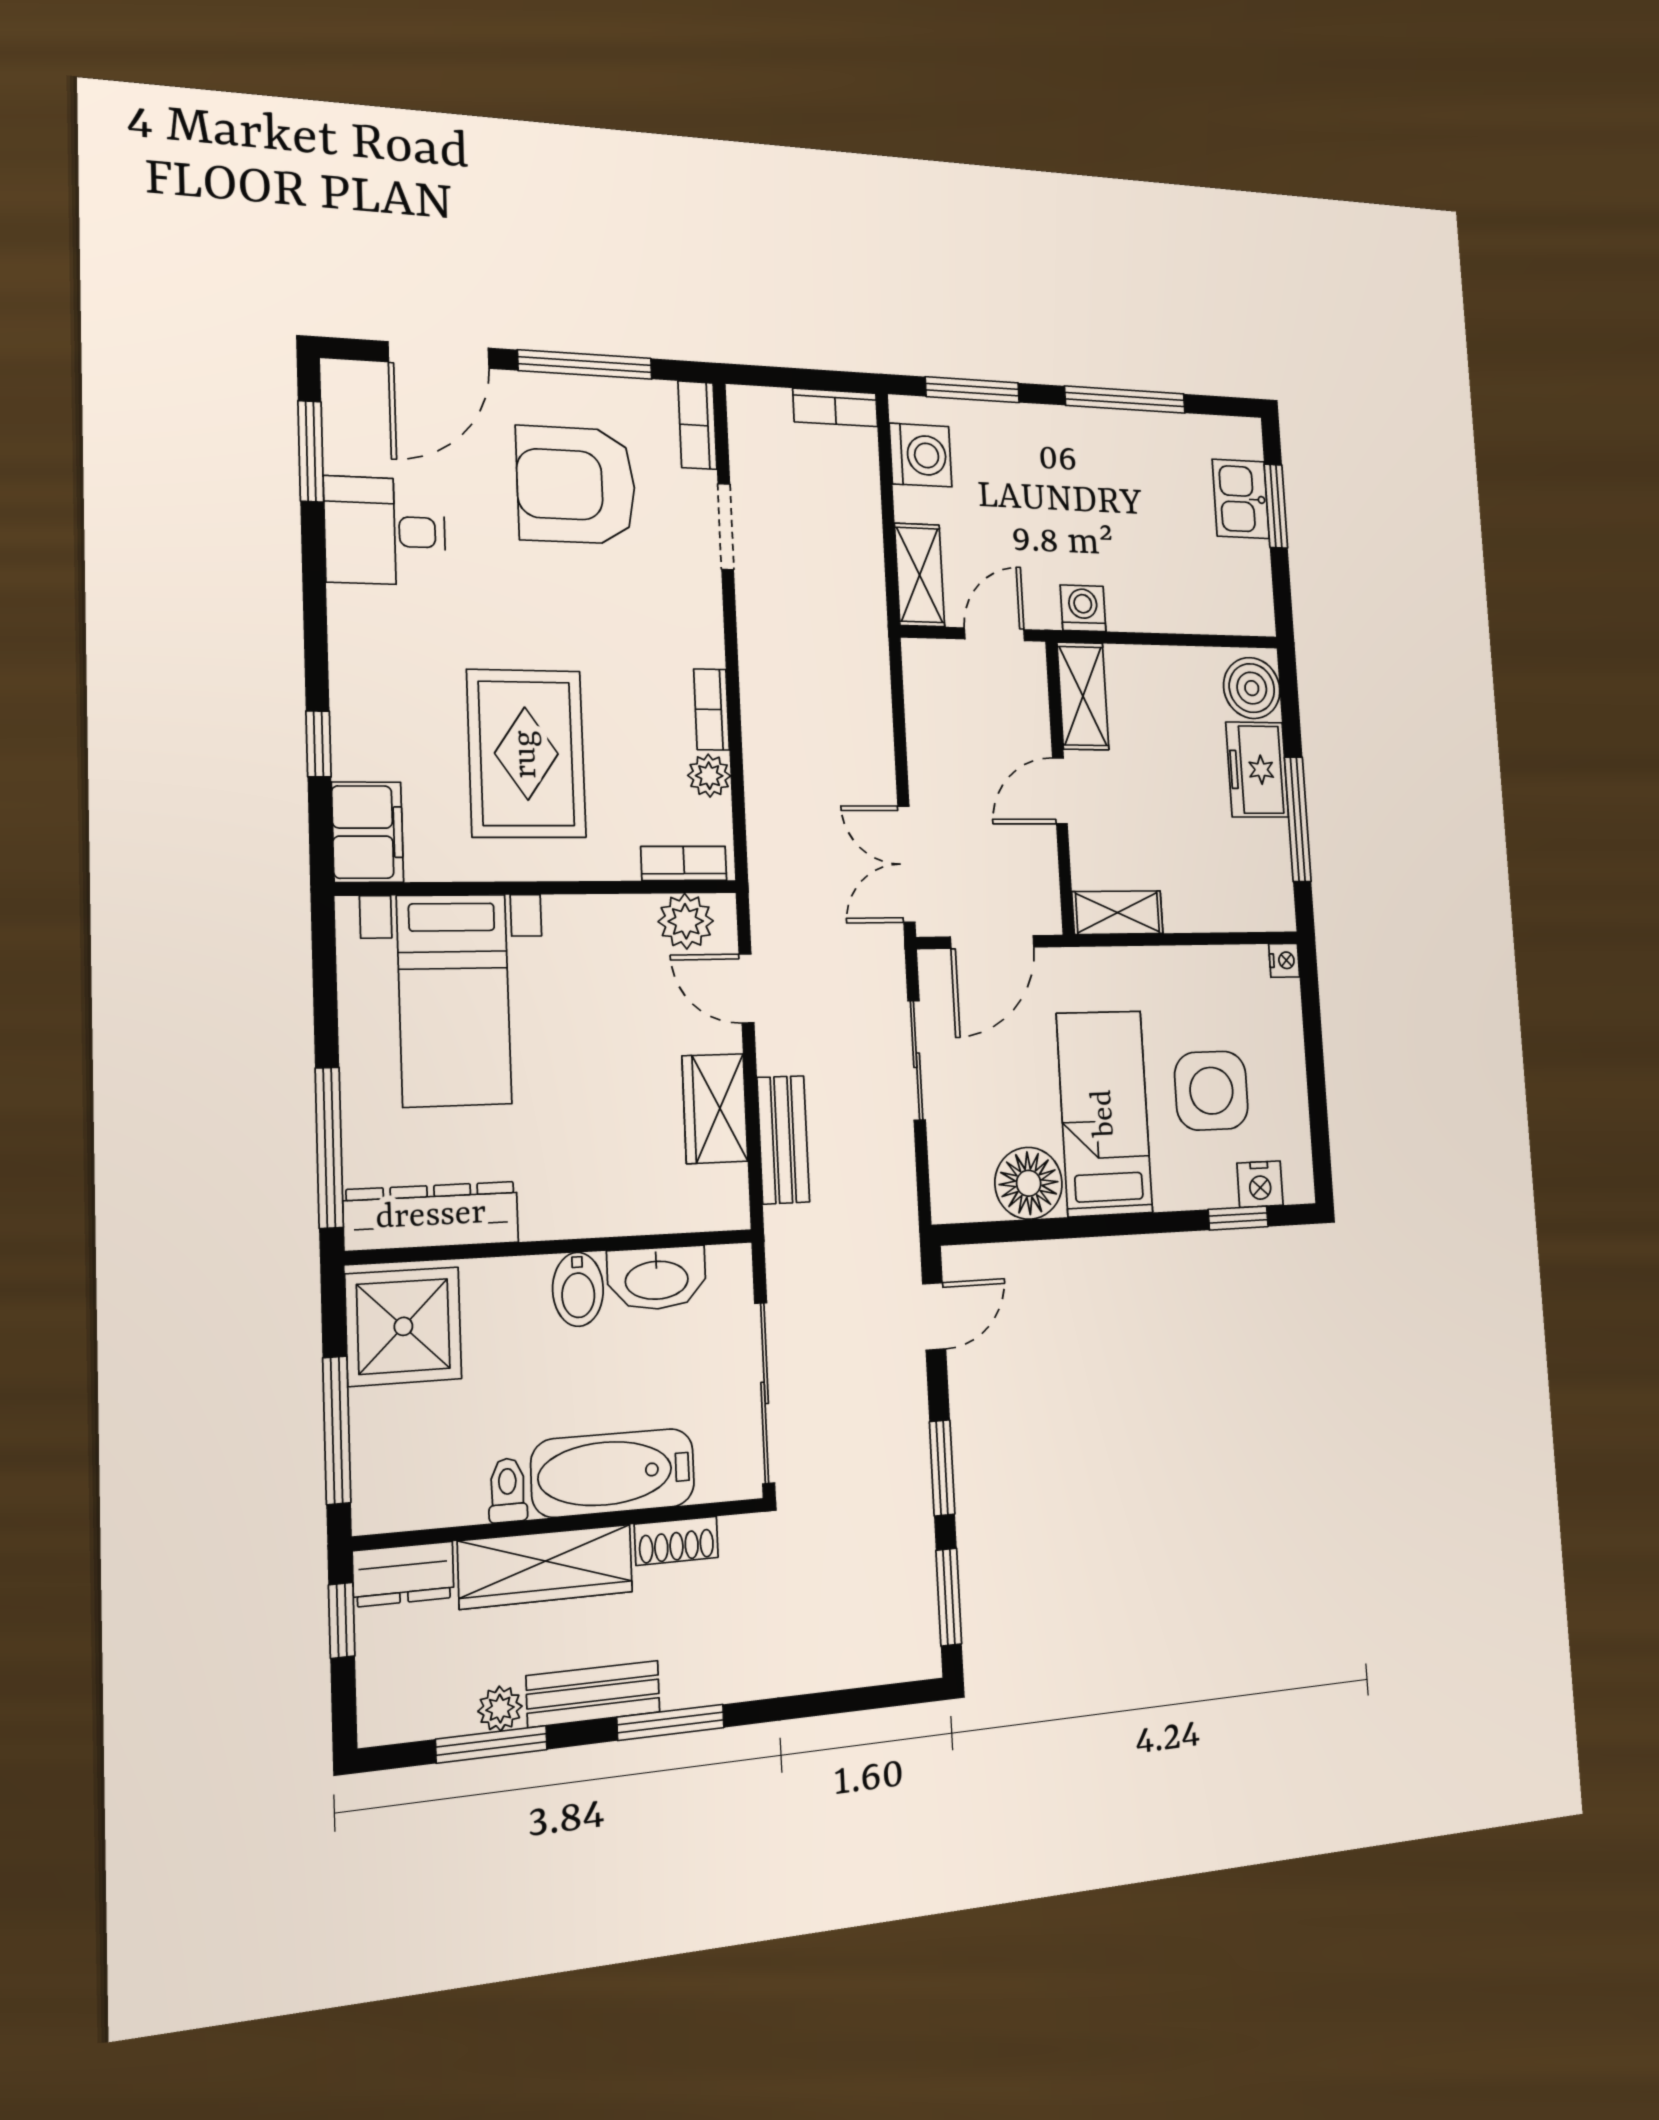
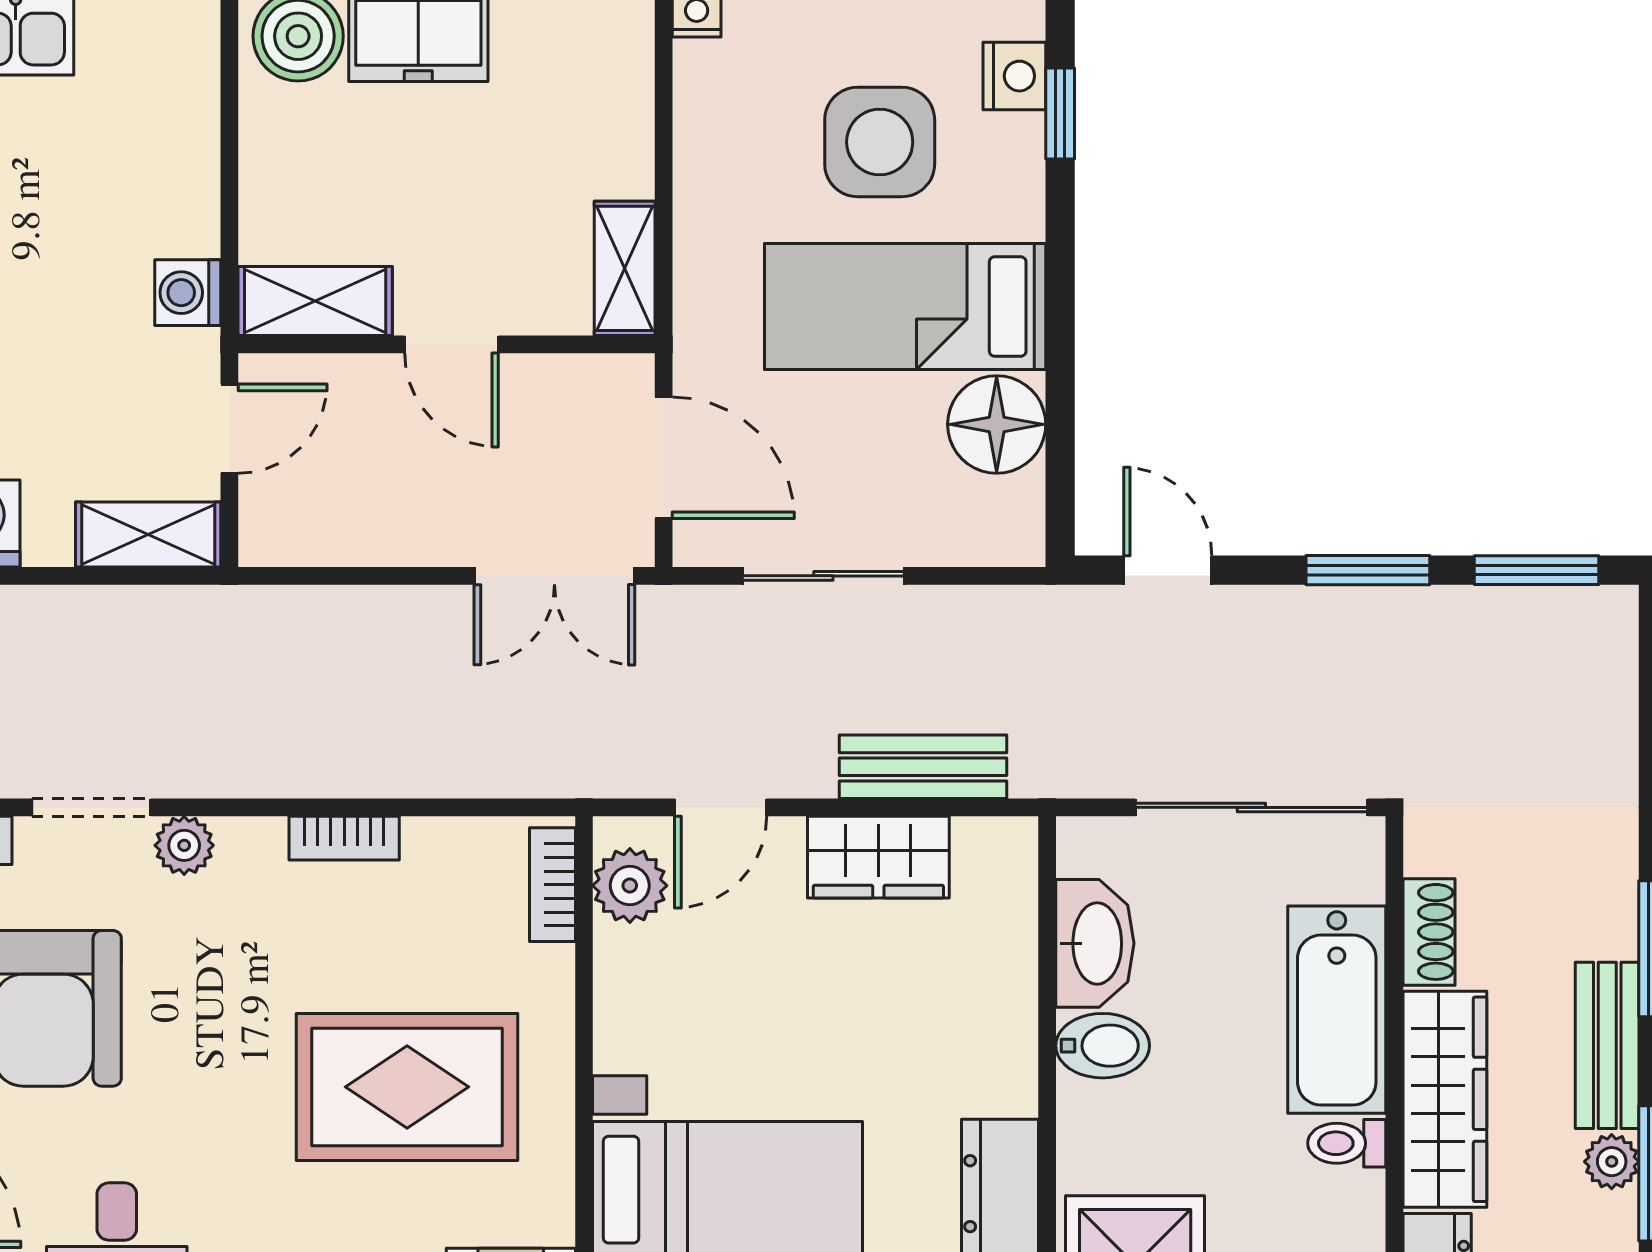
door: (995, 634) -> (229, 429), swing flipped
plant: (709, 776) -> (184, 845), moved

